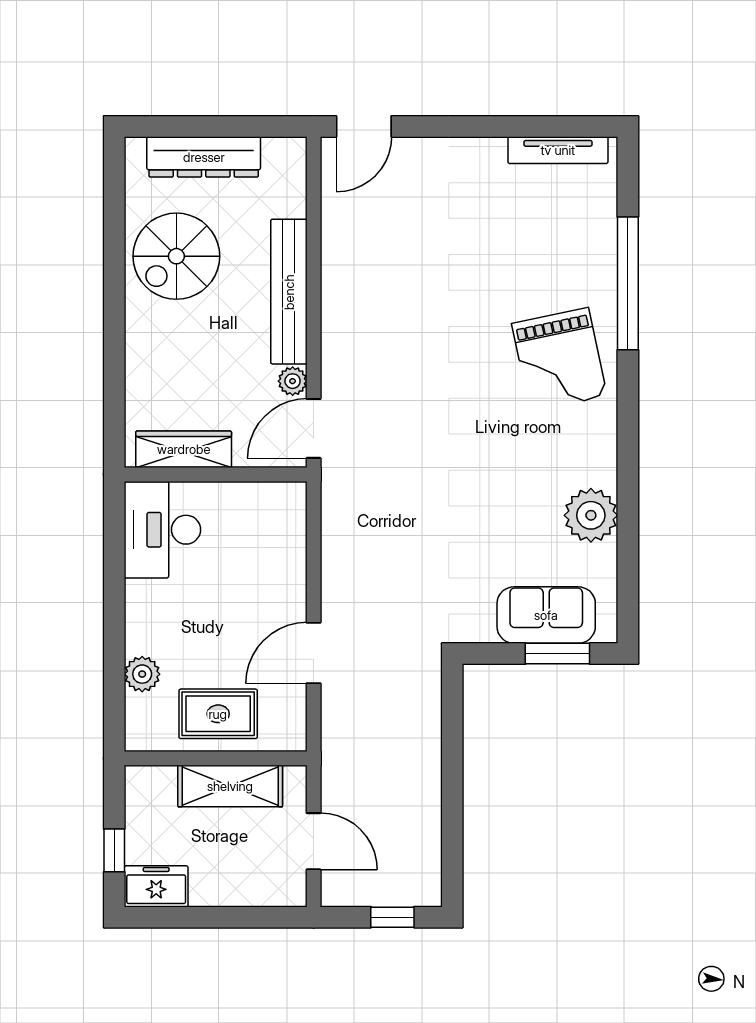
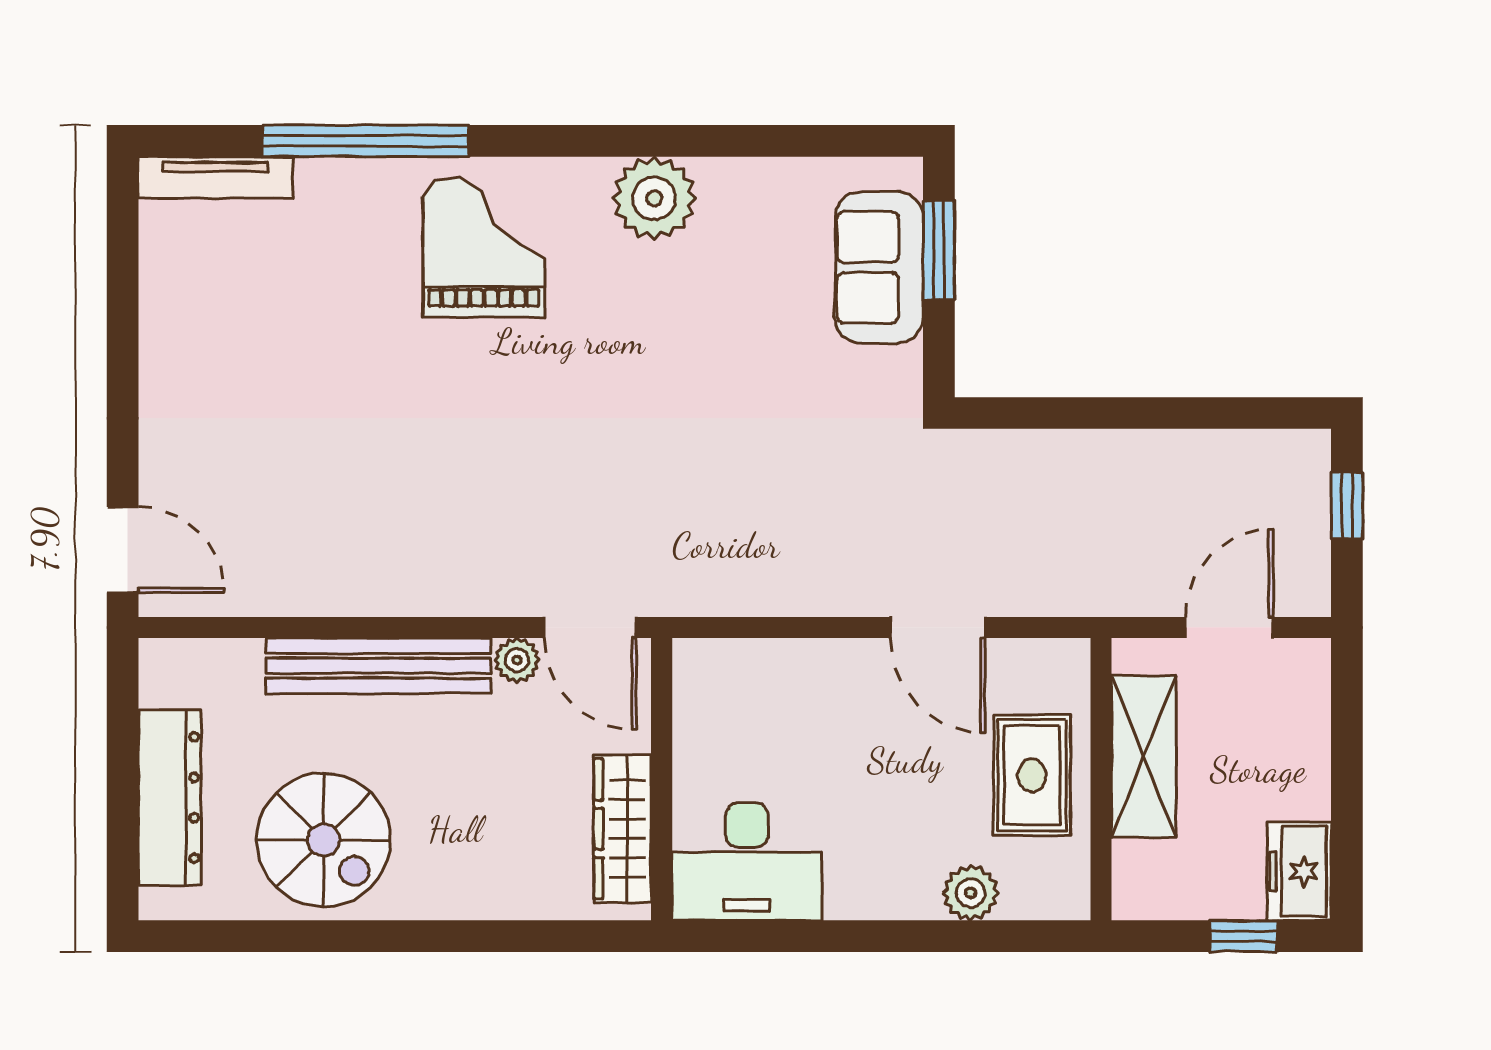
tv unit: (558, 150) -> (216, 178), moved, turned 90
grand piano: (559, 360) -> (484, 247), turned -78
plant: (591, 515) -> (654, 198), moved

